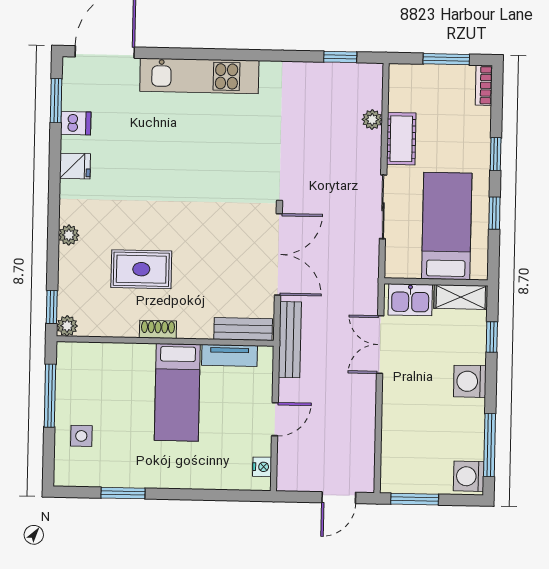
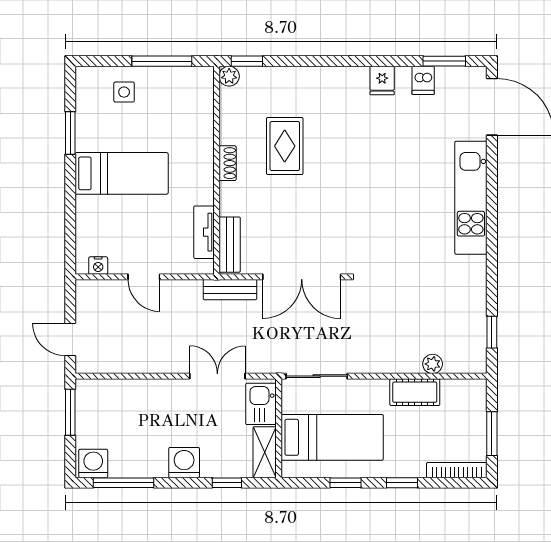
bookcase: (484, 85) -> (457, 470), width x1.56
sliding door: (383, 207) -> (317, 376), moved
plant: (69, 235) -> (316, 76), removed
bench: (290, 340) -> (230, 290), width x0.73
bed: (177, 392) -> (122, 173), moved, turned 180

